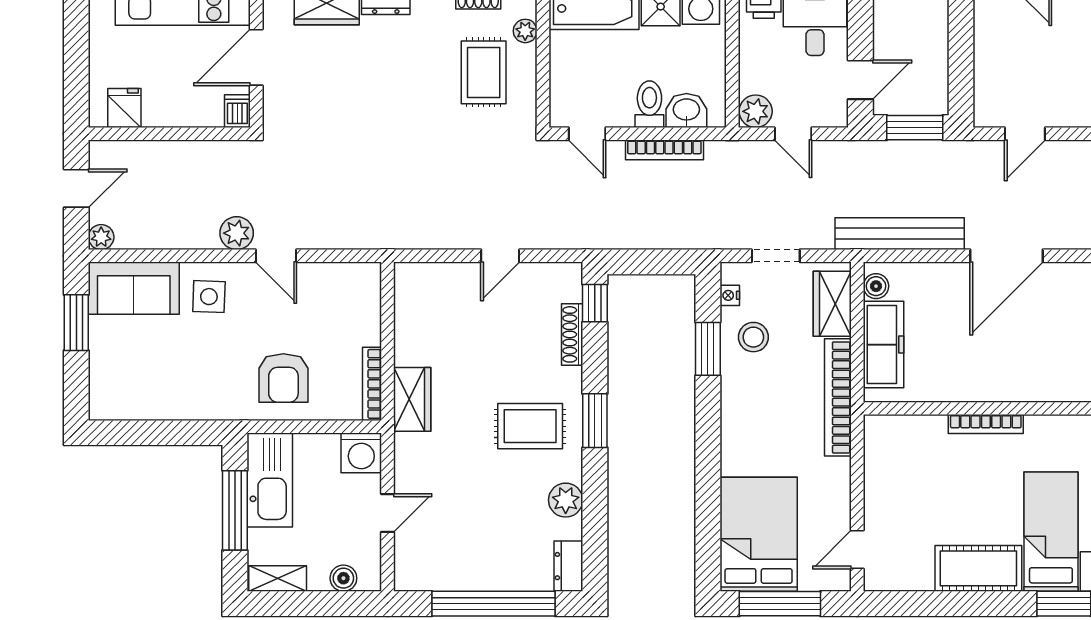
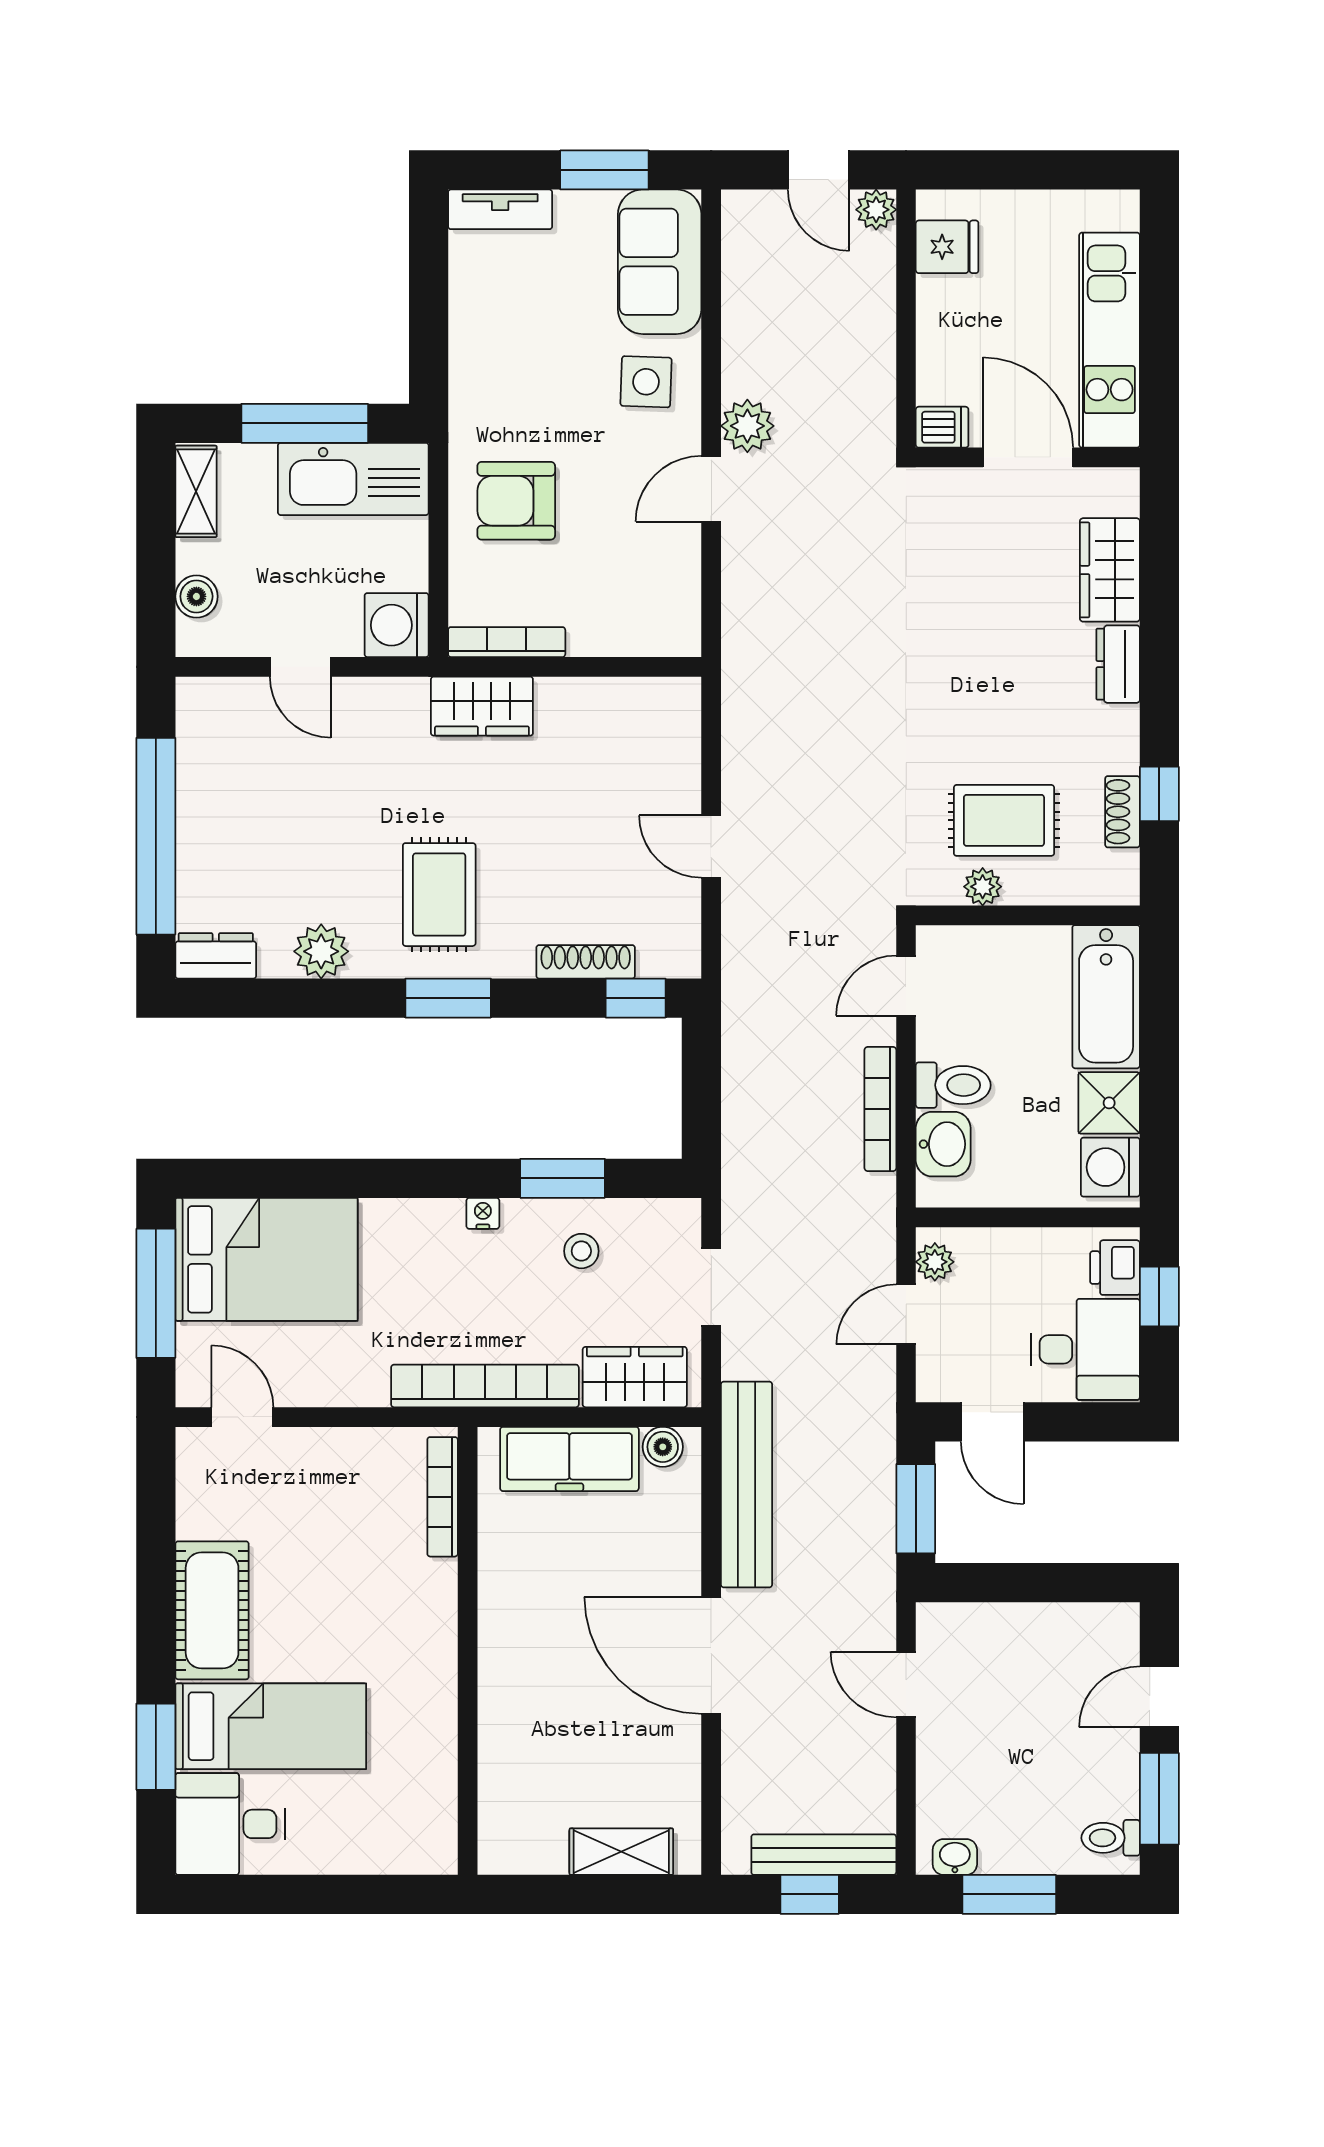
plant: (525, 31) -> (983, 887), moved
plant: (756, 111) -> (935, 1262), width x0.73, depth x0.73
plant: (101, 237) -> (876, 210), moved
nightstand: (730, 295) -> (483, 1213), moved
stool: (753, 337) -> (581, 1251), width x0.73, depth x0.73
tv unit: (101, 388) -> (500, 209), added
bookcase: (986, 424) -> (443, 1497), moved

